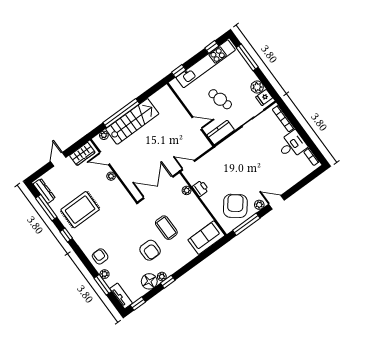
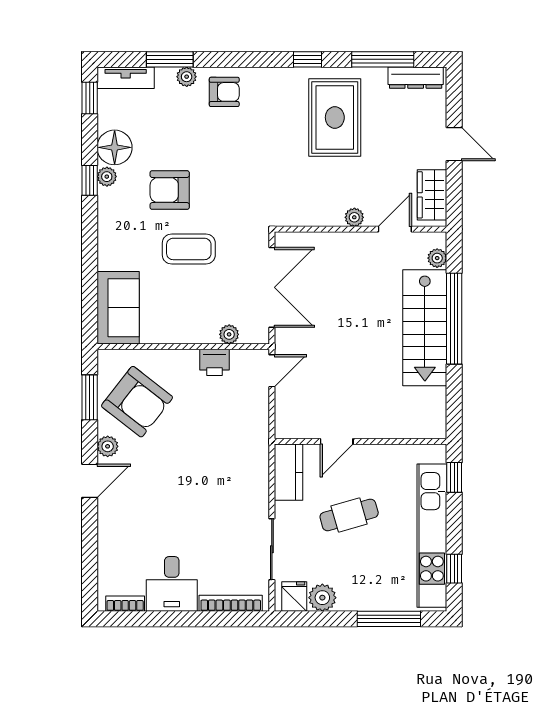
window: (246, 224) -> (90, 397), width x0.69

